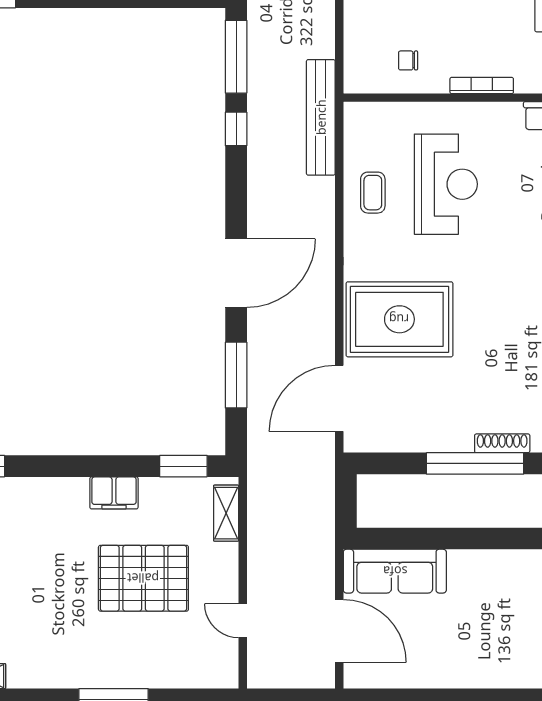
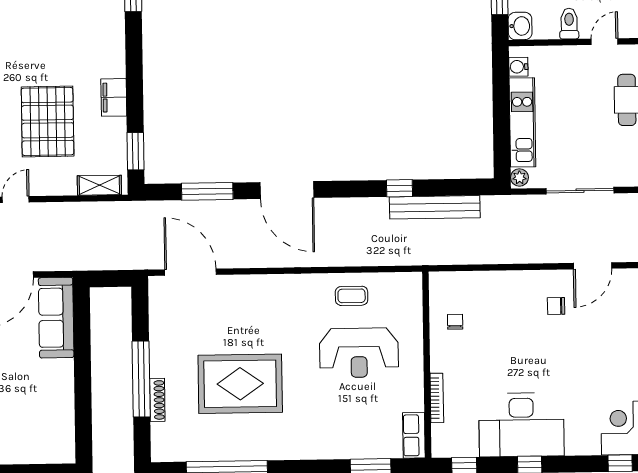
window: (236, 57) -> (456, 187), removed
bookcase: (482, 85) -> (437, 398), moved
bench: (321, 117) -> (435, 207), moved
rug: (399, 319) -> (240, 384), moved, turned 90

